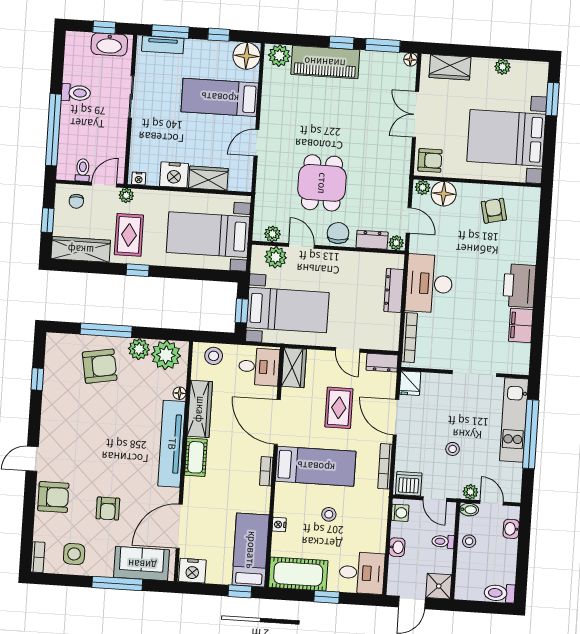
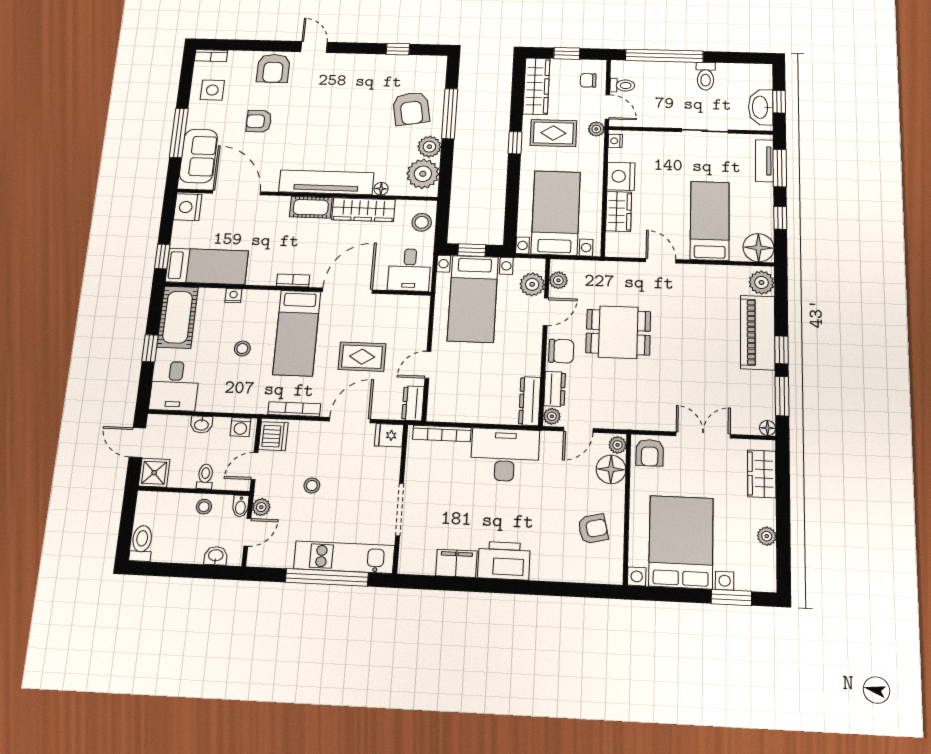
dresser: (394, 290) -> (530, 401), moved, turned -90
wardrobe: (294, 368) -> (408, 307), removed

